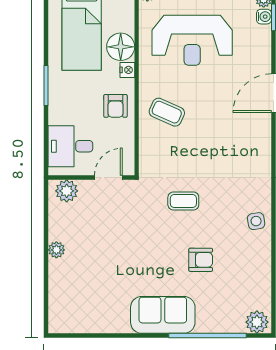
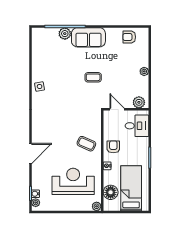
floor lamp: (121, 47) -> (111, 192), moved
door: (108, 178) -> (117, 109), swing flipped
coffee table: (183, 201) -> (93, 77), moved
armchair: (201, 260) -> (129, 37), moved
plant: (257, 322) -> (65, 34), moved

